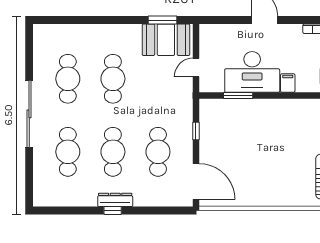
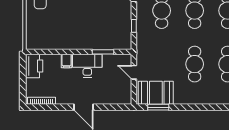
door: (196, 68) -> (134, 72), swing flipped
desk: (252, 72) -> (87, 66), width x0.73, depth x0.77

